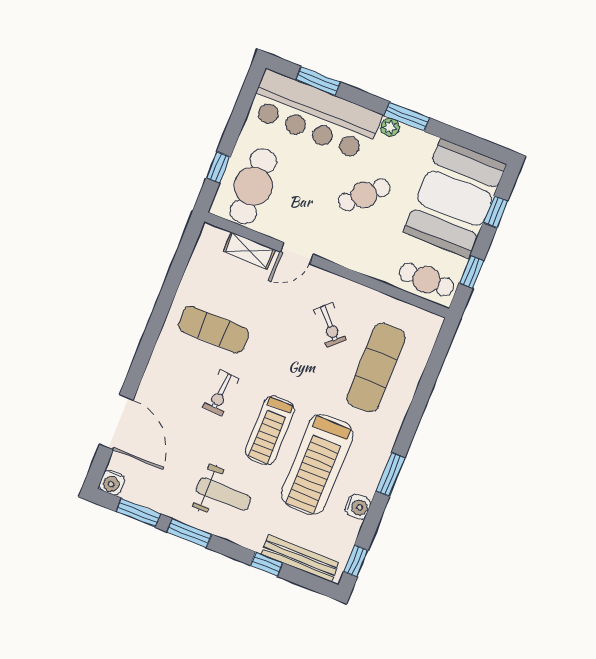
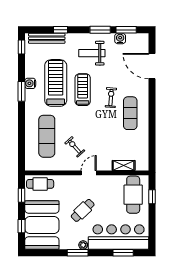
door: (297, 253) -> (89, 173), moved
exercise mat: (214, 330) -> (130, 113), moved, turned 90
water cooler: (112, 483) -> (120, 39), moved
water cooler: (358, 507) -> (30, 83), moved

